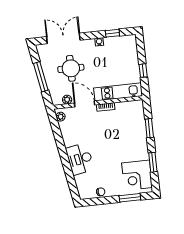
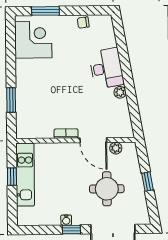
window: (112, 33) -> (71, 230), moved
window: (41, 77) -> (147, 182), width x0.46
kitchen unit: (118, 92) -> (25, 175), moved, turned -90
plant: (60, 117) -> (120, 92), moved
window: (153, 162) -> (11, 55), removed

